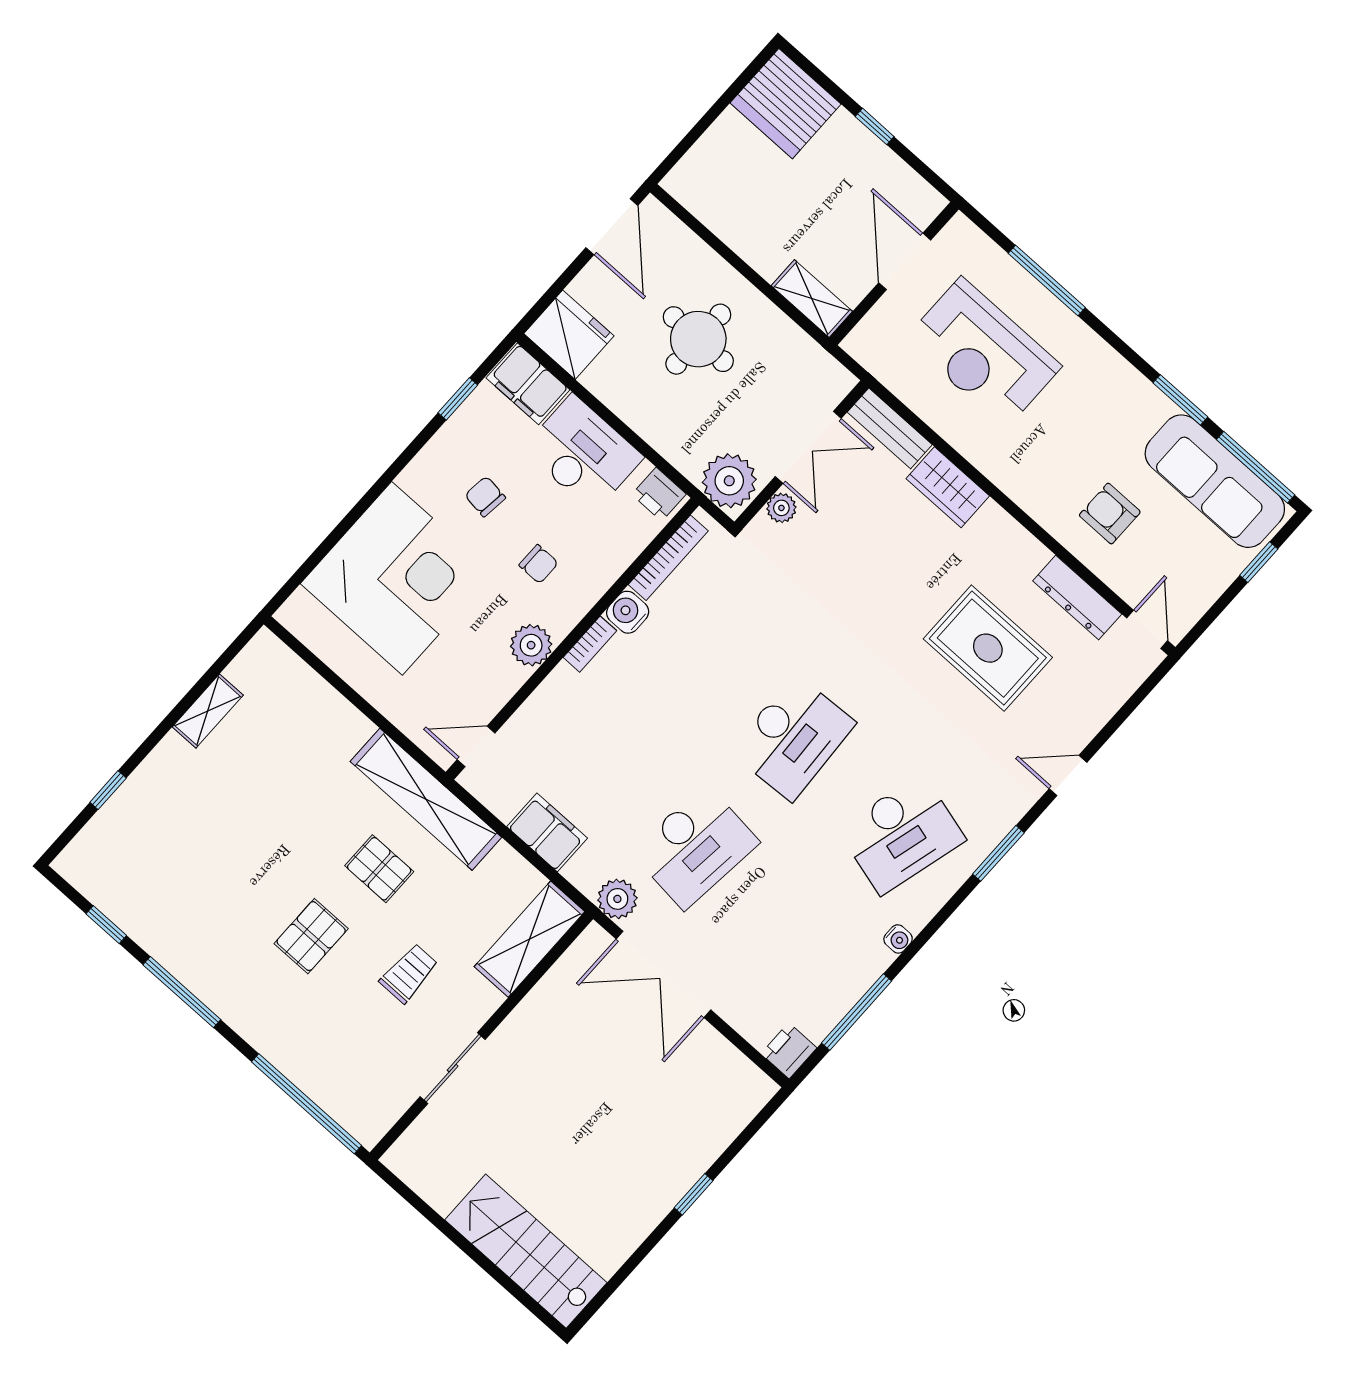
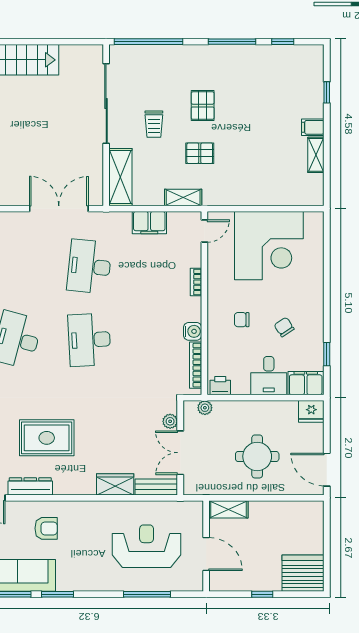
fridge: (569, 335) -> (311, 411), width x0.73, depth x0.75
desk: (583, 453) -> (269, 376), width x0.73
plant: (729, 481) -> (205, 408), width x0.53, depth x0.53
chair: (485, 497) -> (284, 327), turned -130
corner desk: (397, 578) -> (269, 246), moved, turned -90
bookcase: (590, 644) -> (196, 282), moved
plant: (531, 645) -> (218, 287), removed
filing cabinet: (176, 756) -> (313, 127), added
shelving: (426, 799) -> (183, 197), width x0.45, depth x0.75
plant: (617, 899) -> (101, 221), removed
sliding door: (453, 1068) -> (106, 104), width x1.86

